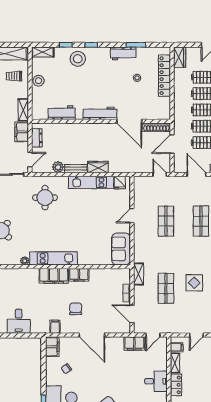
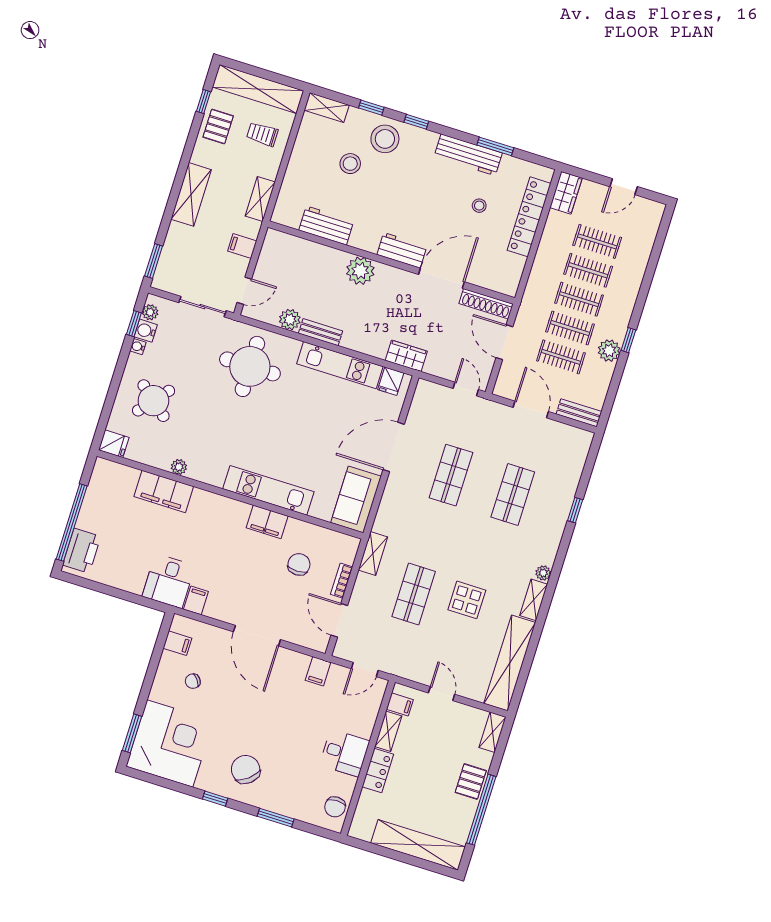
workbench: (123, 54) -> (468, 155), width x1.37
stool: (39, 81) -> (350, 164), moved
workbench: (100, 113) -> (402, 250), width x0.73
door: (129, 121) -> (441, 278), swing flipped
plant: (86, 131) -> (360, 271), added
filing cabinet: (22, 132) -> (242, 246), width x0.50
dresser: (37, 138) -> (268, 256), removed
door: (172, 144) -> (504, 342), hinge flipped
wardrobe: (98, 167) -> (406, 356), moved
round table: (45, 198) -> (250, 366), width x1.36, depth x1.36
door: (132, 216) -> (394, 447), width x1.88
kitchen unit: (54, 258) -> (268, 490), moved
filing cabinet: (54, 276) -> (164, 491), moved
chair: (76, 309) -> (299, 564), moved
desk: (19, 321) -> (169, 581), moved
door: (196, 335) -> (442, 694), swing flipped
filing cabinet: (134, 343) -> (318, 671), width x0.50
filing cabinet: (52, 347) -> (177, 643), width x0.50

